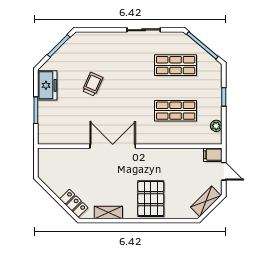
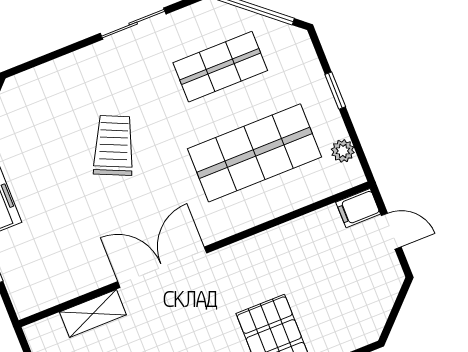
trolley: (93, 84) -> (114, 145), moved, width x1.36, depth x1.39
shop shelf: (176, 111) -> (255, 153), width x1.43, depth x1.36
shelving: (206, 201) -> (93, 313), moved, turned 45

